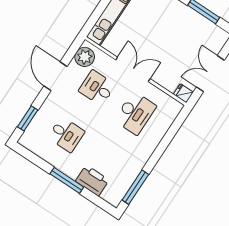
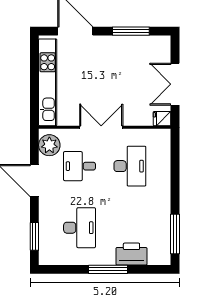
desk: (66, 135) -> (80, 228), width x1.37

